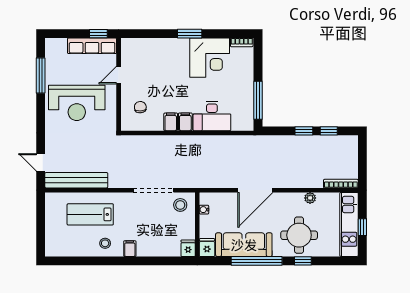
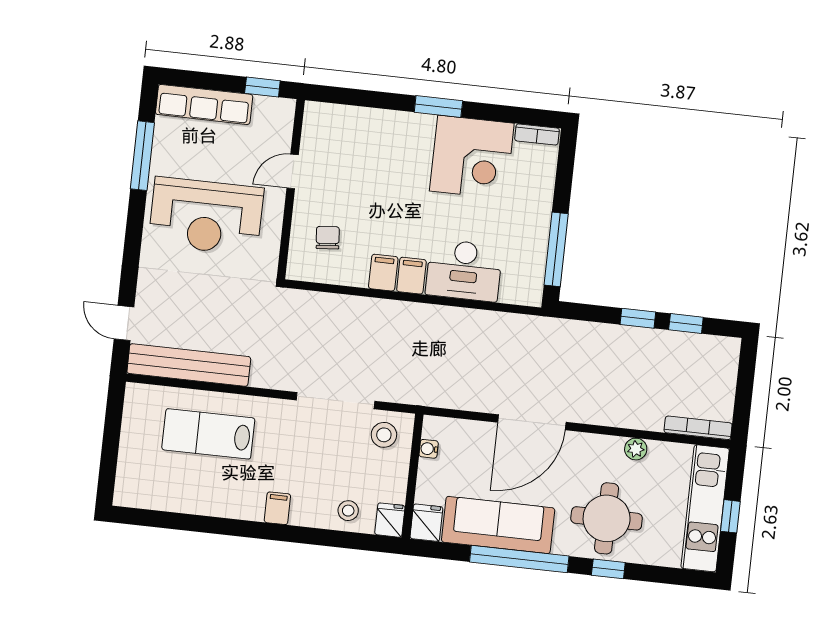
row of seats: (92, 46) -> (204, 104), moved
stool: (105, 243) -> (348, 511), moved

